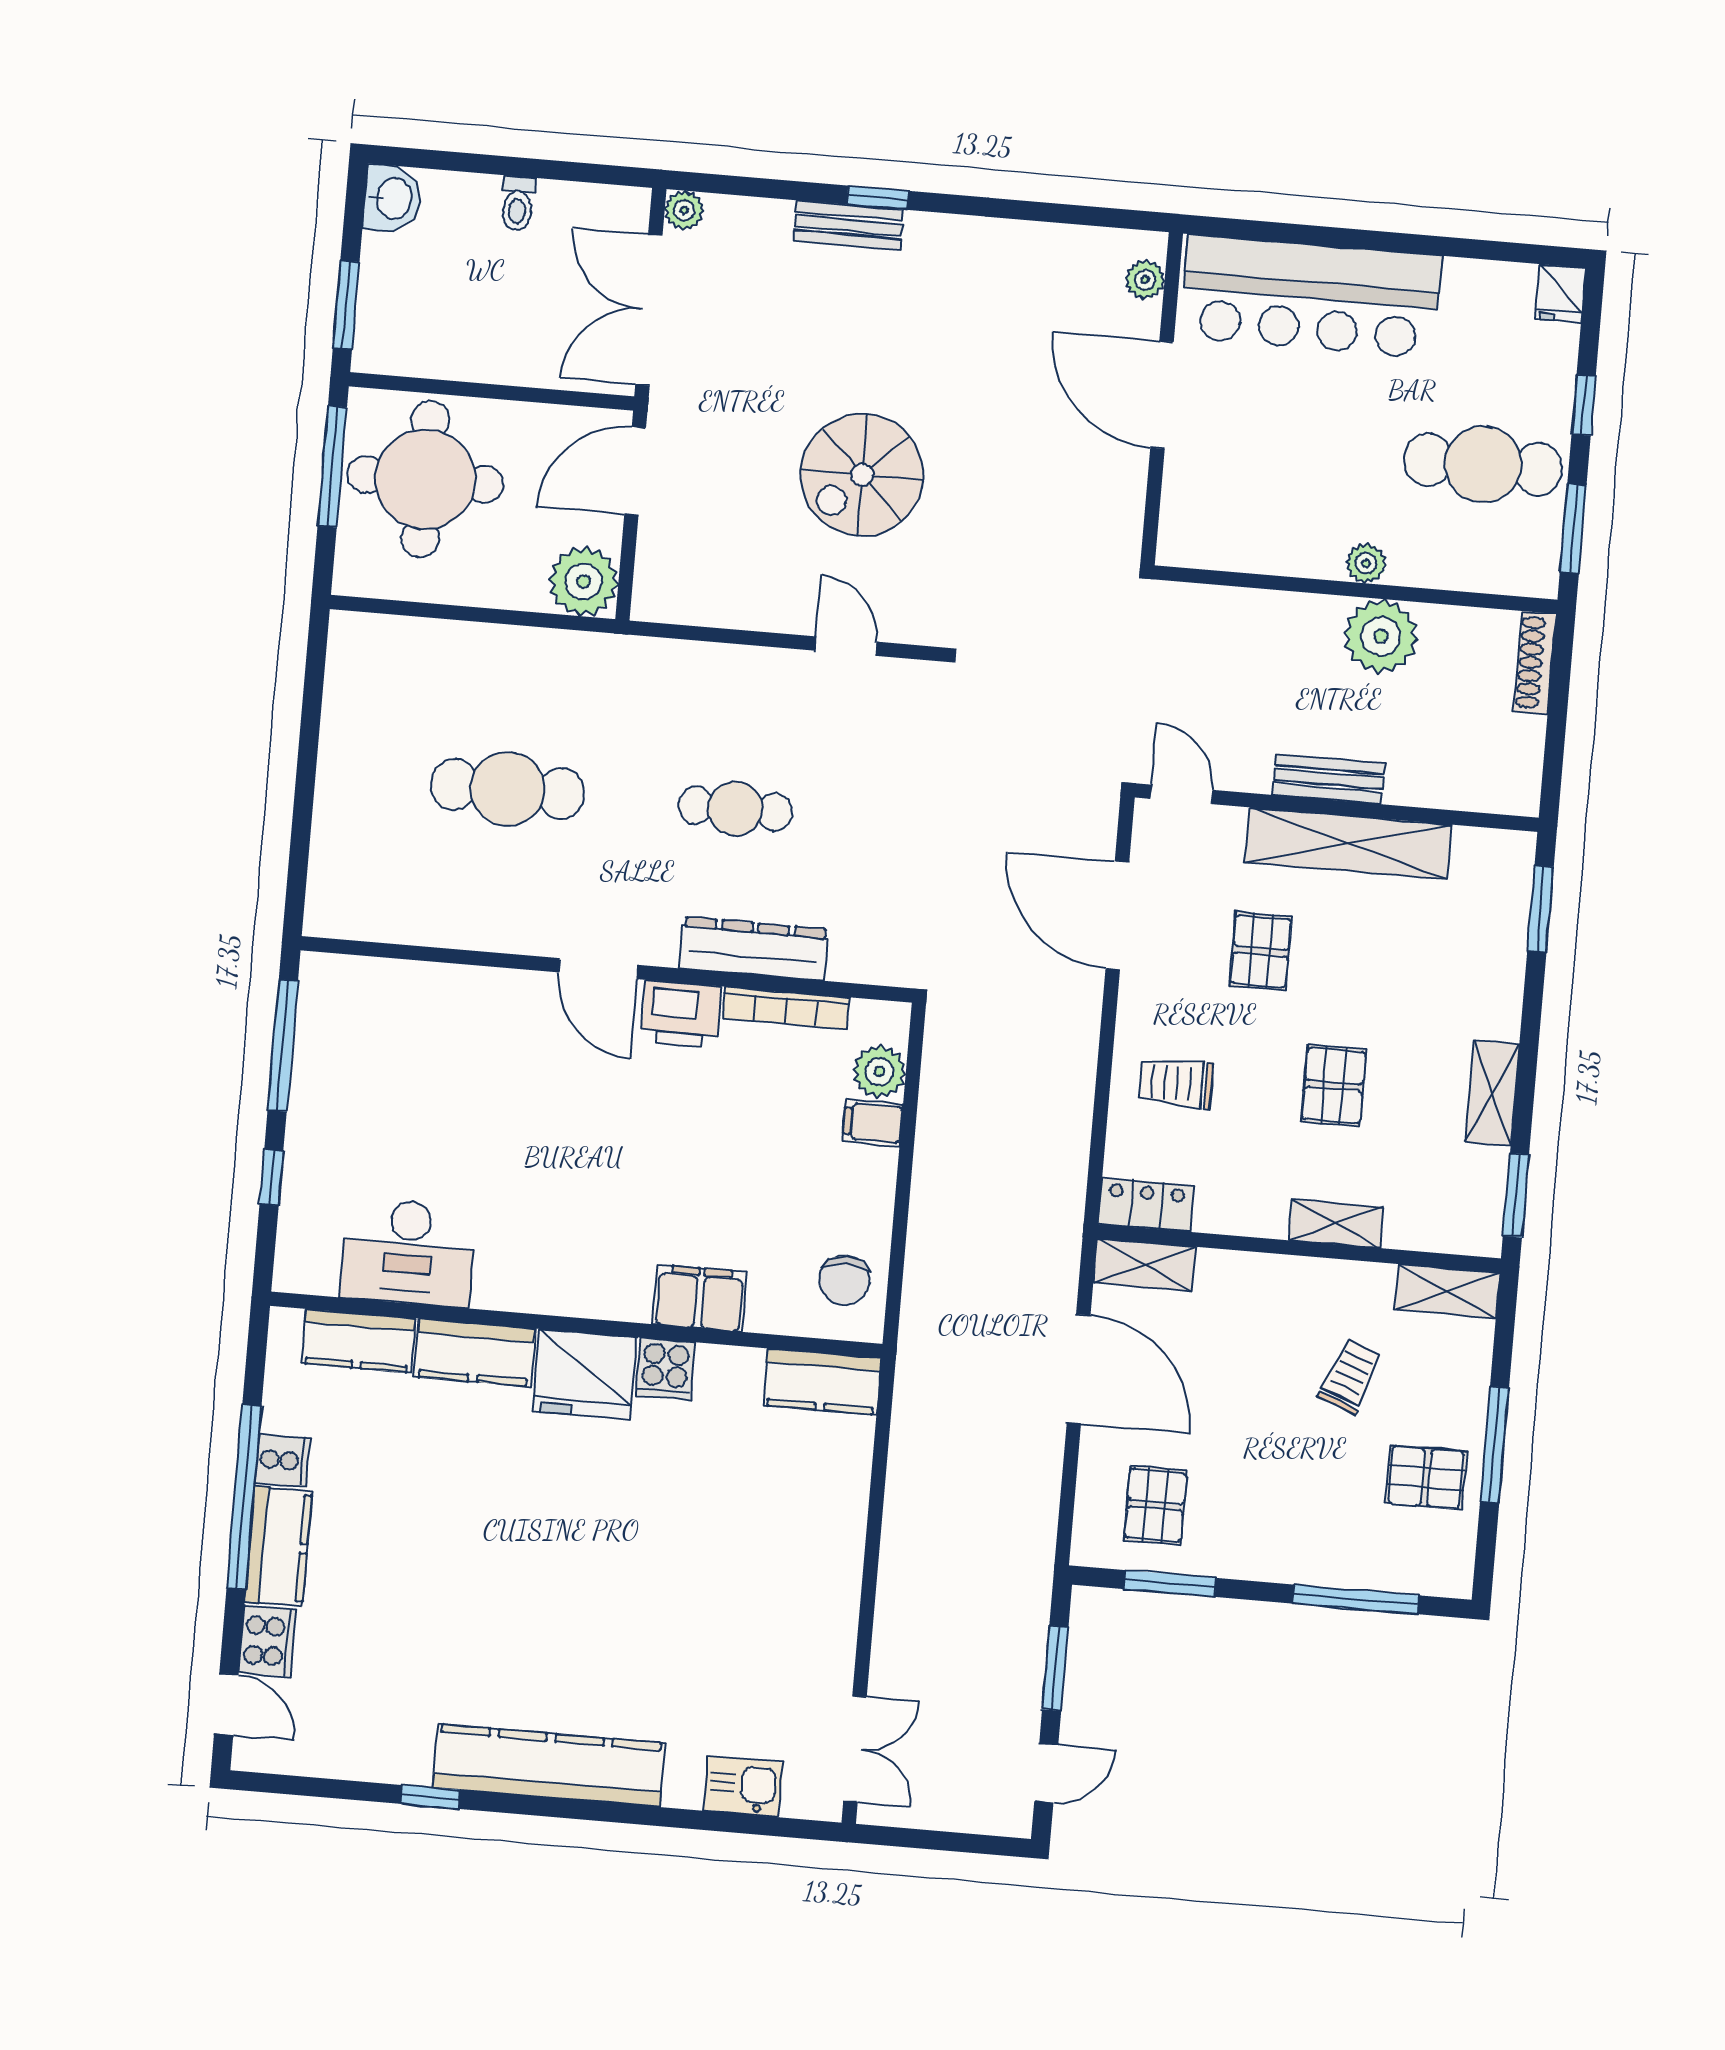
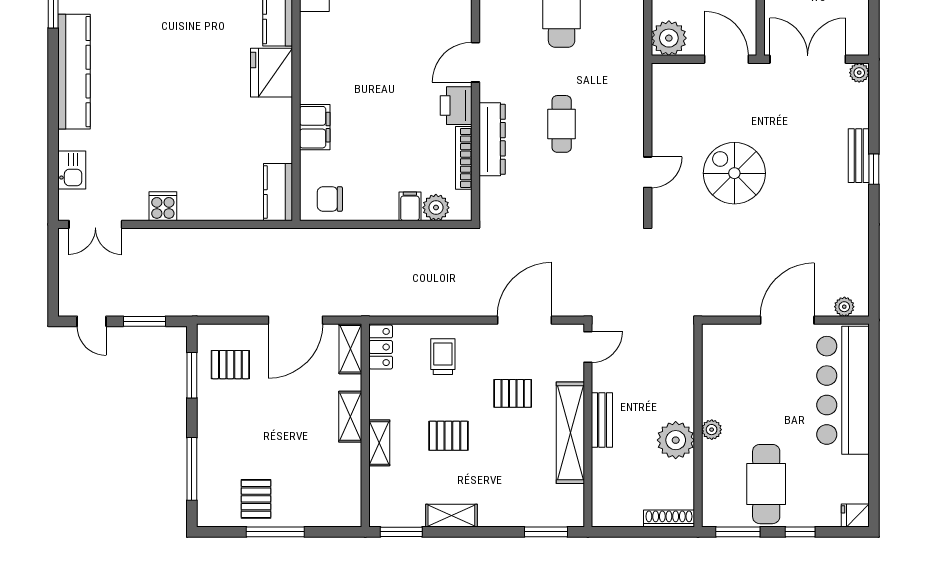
shelving: (1447, 1291) -> (350, 417), moved
cooker: (665, 1369) -> (163, 206), moved, turned 90
trolley: (1350, 1376) -> (303, 457), removed

